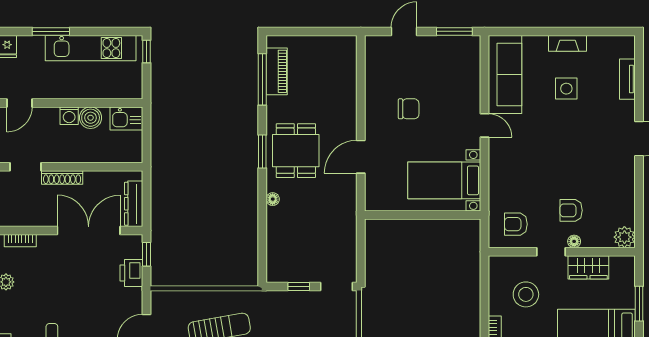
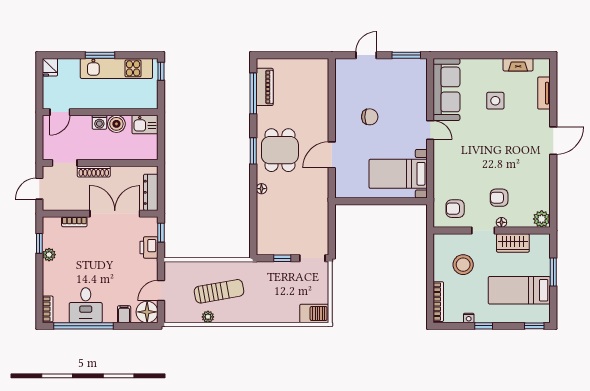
window: (51, 31) -> (100, 55), moved
fireplace: (567, 43) -> (518, 65), moved
bookcase: (20, 241) -> (74, 222), moved

